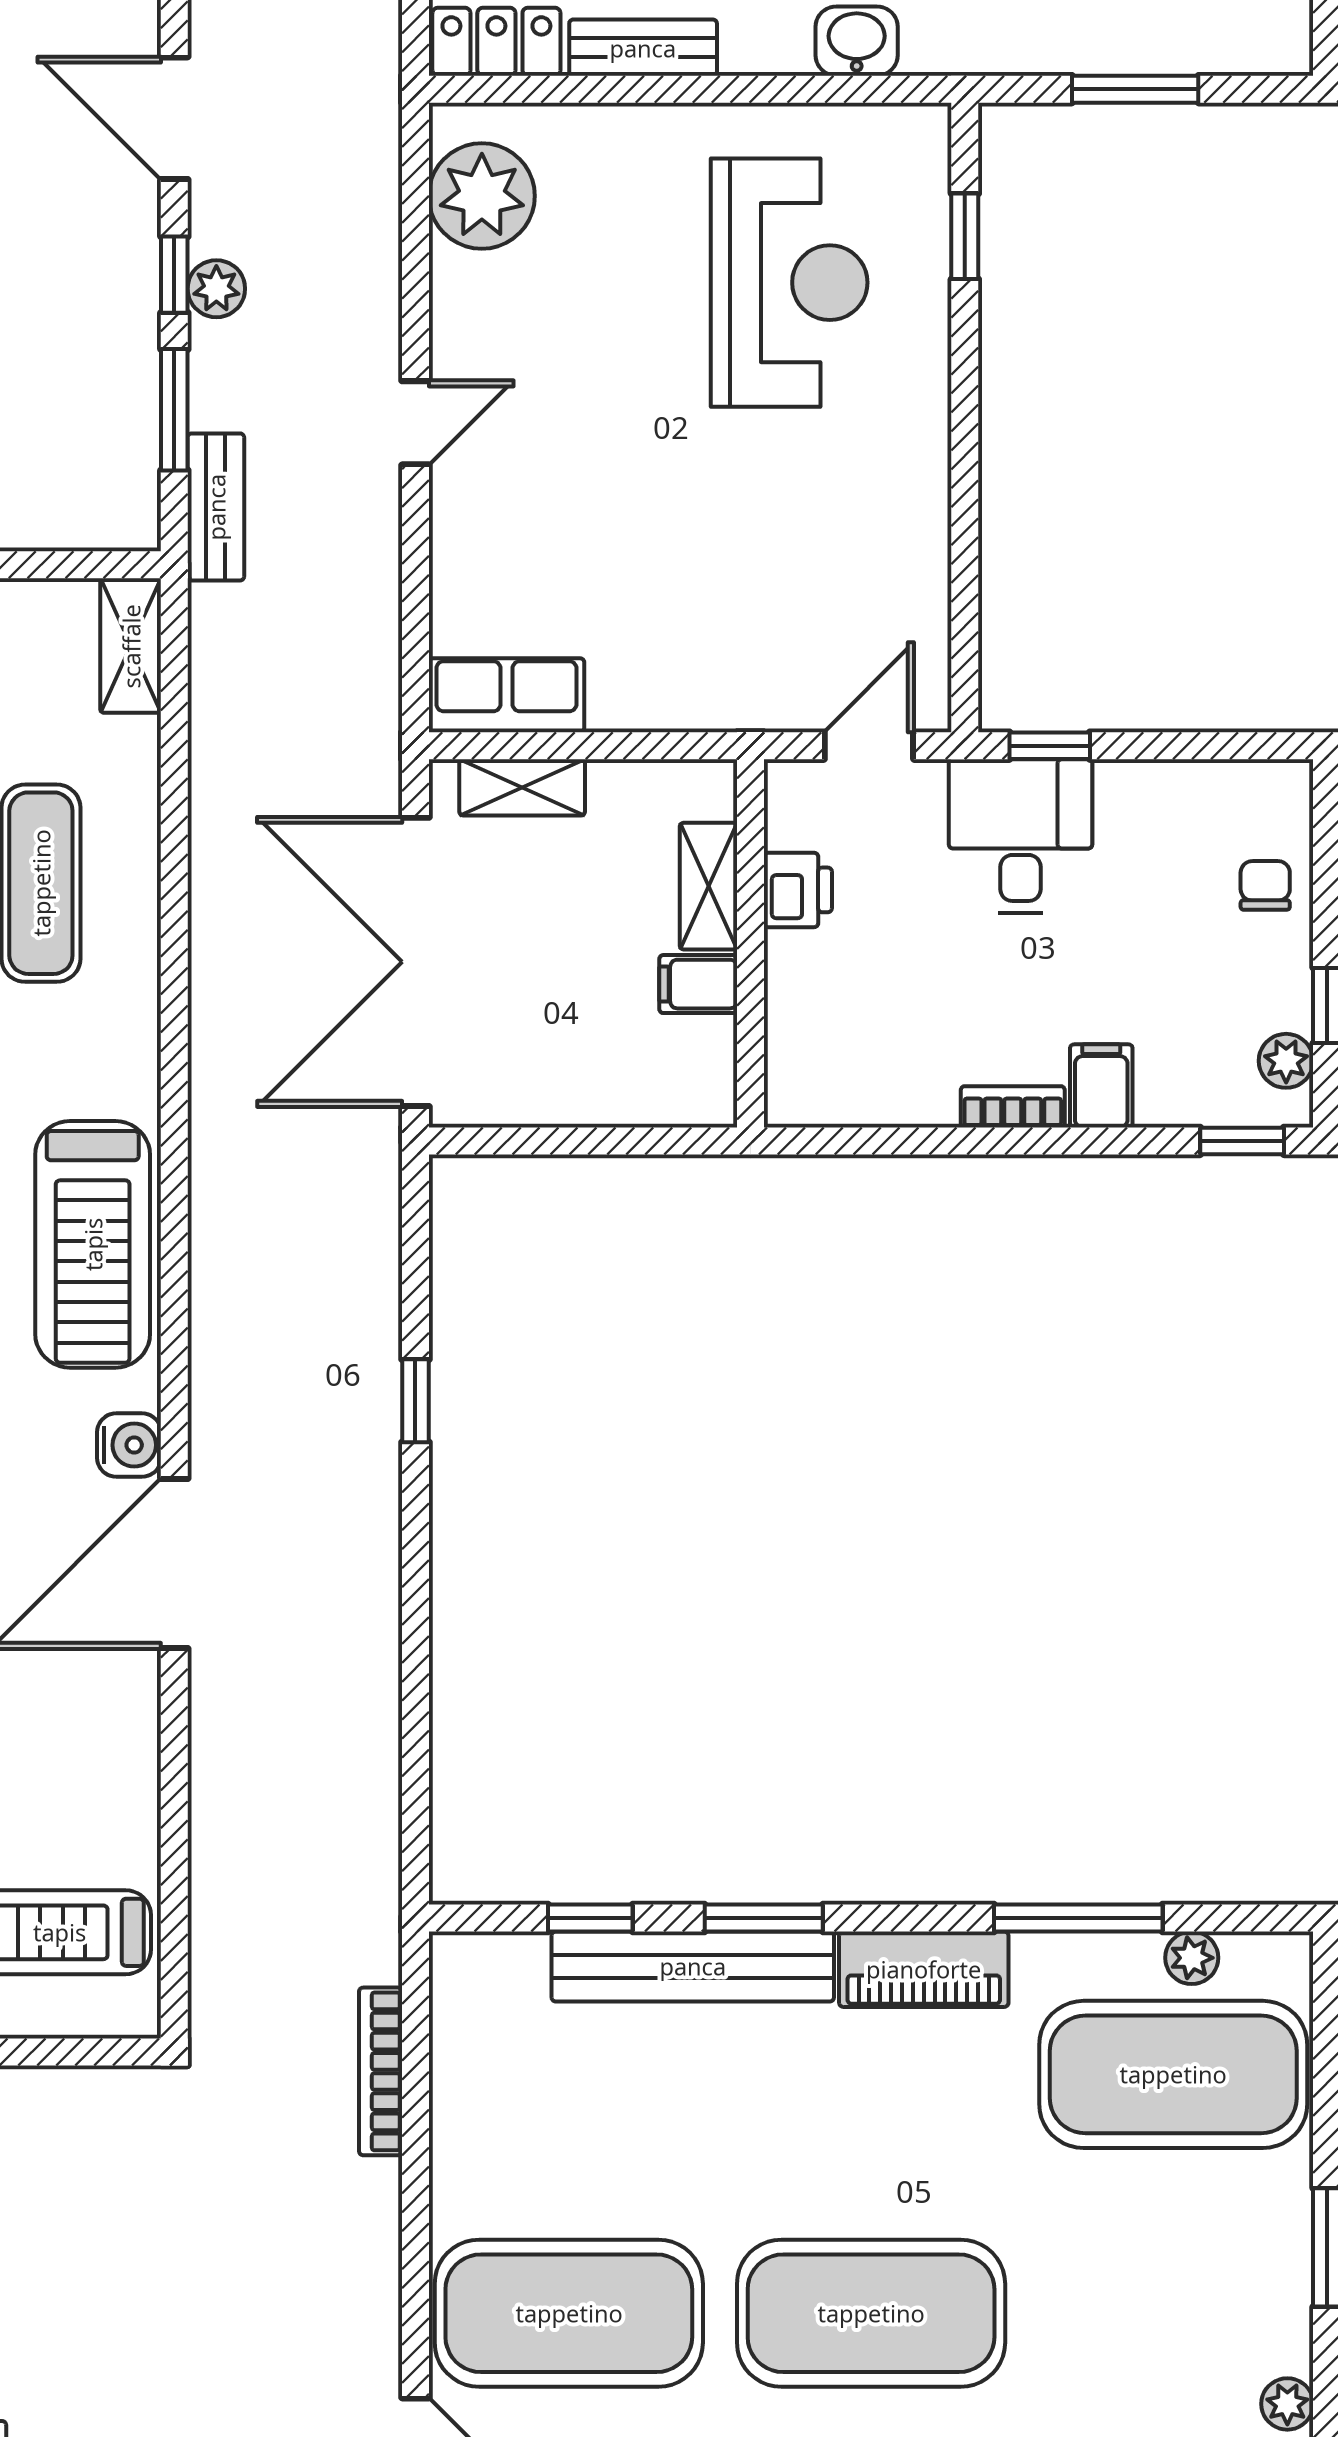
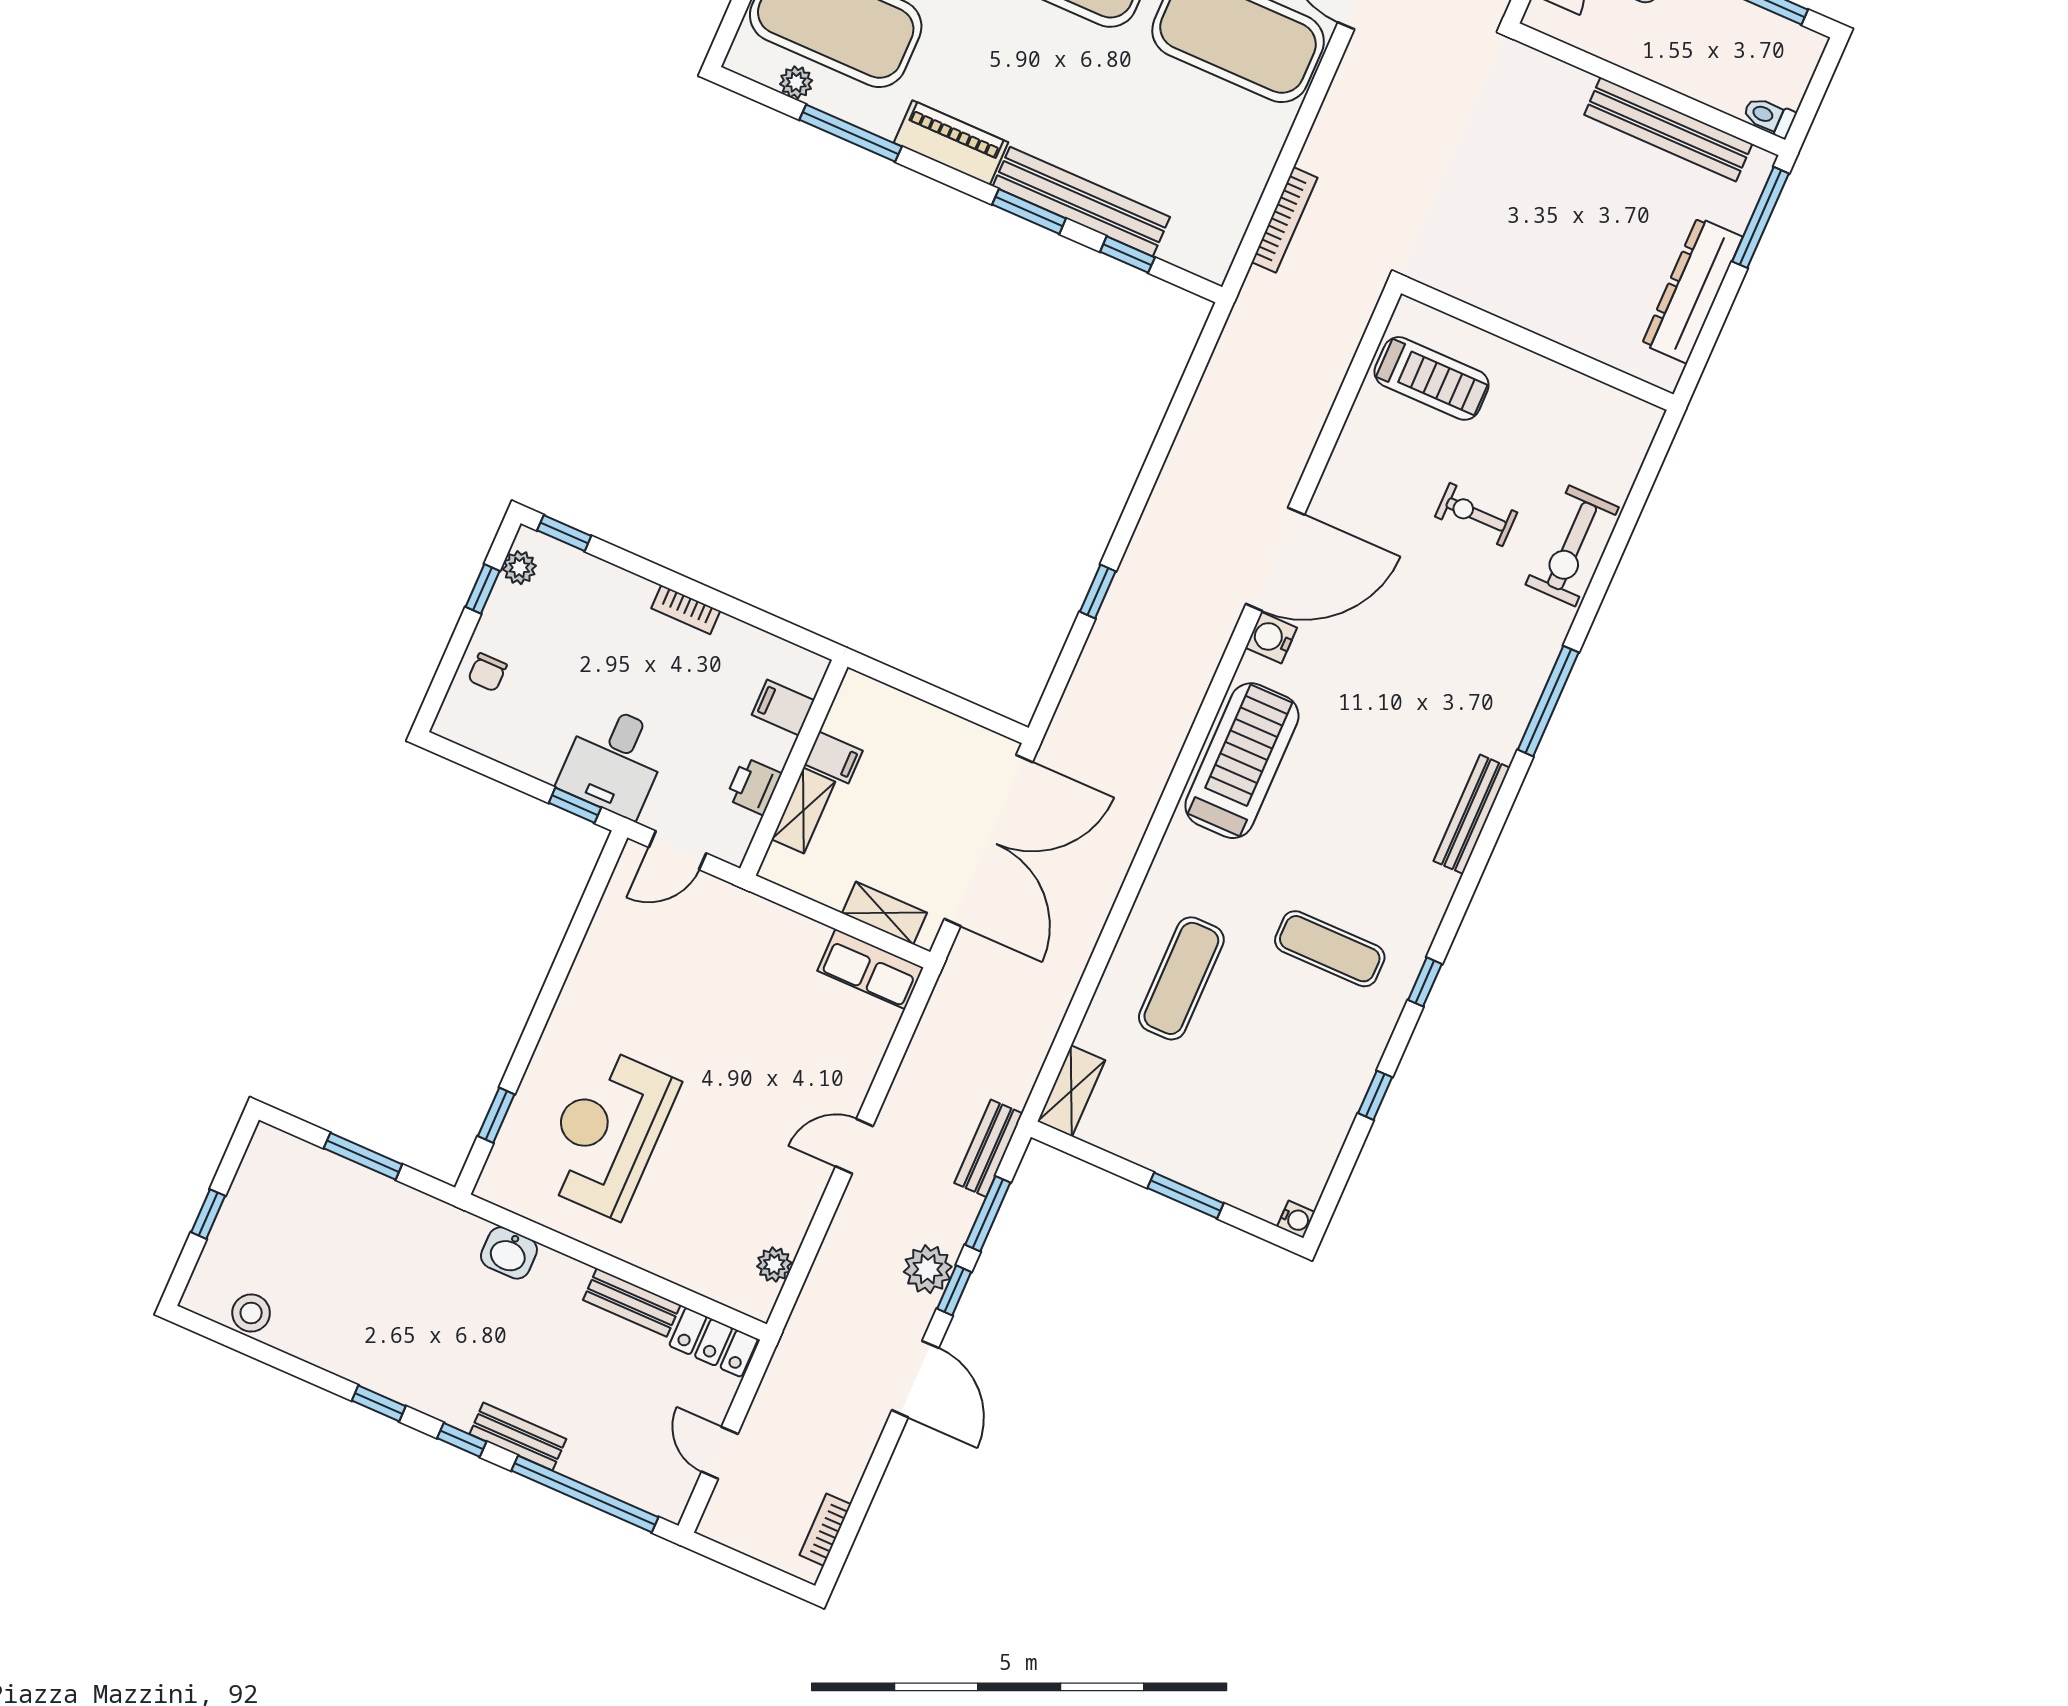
plant: (482, 196) -> (774, 1265), width x0.53, depth x0.53
plant: (216, 289) -> (928, 1269), width x1.38, depth x1.38
filing cabinet: (1101, 1086) -> (783, 708), moved, turned 90

